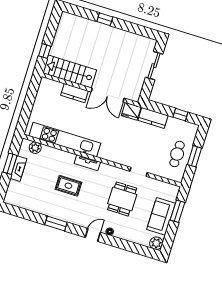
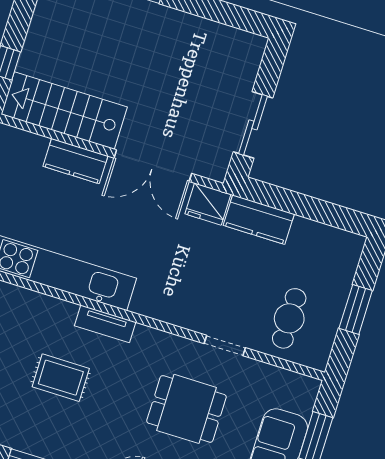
sliding door: (154, 66) -> (253, 125), moved
window: (180, 115) -> (323, 212), removed
cafe table: (177, 154) -> (289, 318), moved
dining table: (122, 199) -> (186, 409), turned 90

